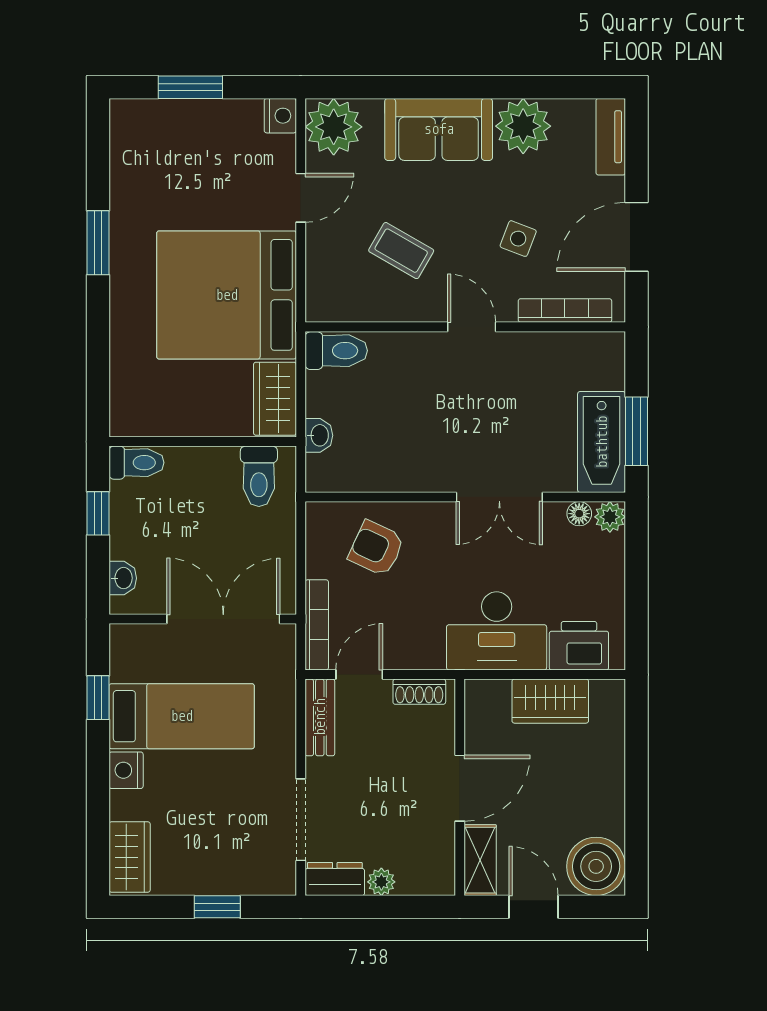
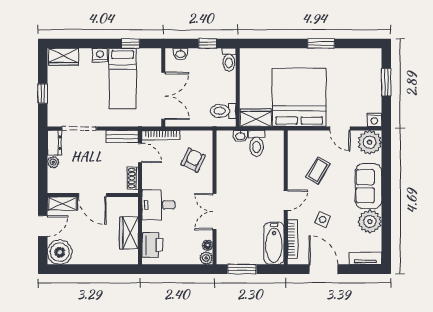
toilet: (336, 351) -> (257, 143), moved
bathtub: (602, 442) -> (274, 243), moved, turned -90
desk: (497, 631) -> (158, 205), width x0.73

